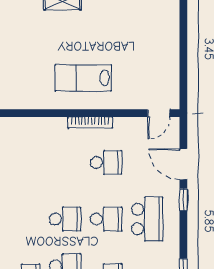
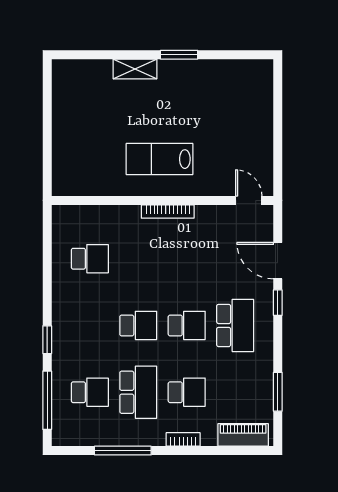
door: (159, 113) -> (249, 200), swing flipped
school desk: (106, 163) -> (90, 259), moved

